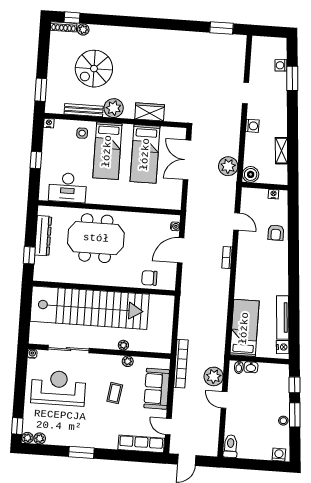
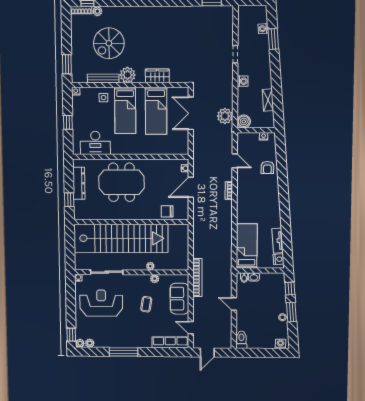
tv unit: (283, 317) -> (277, 241), width x0.71
plant: (214, 376) -> (224, 286), removed
window: (81, 452) -> (123, 352), width x1.44

